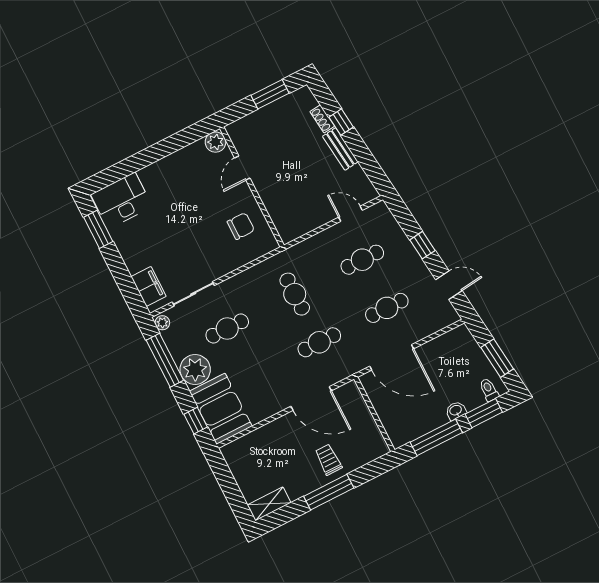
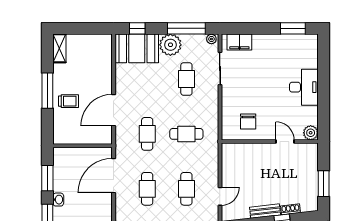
desk: (122, 200) -> (304, 87), moved
window: (436, 437) -> (47, 178), width x0.69

